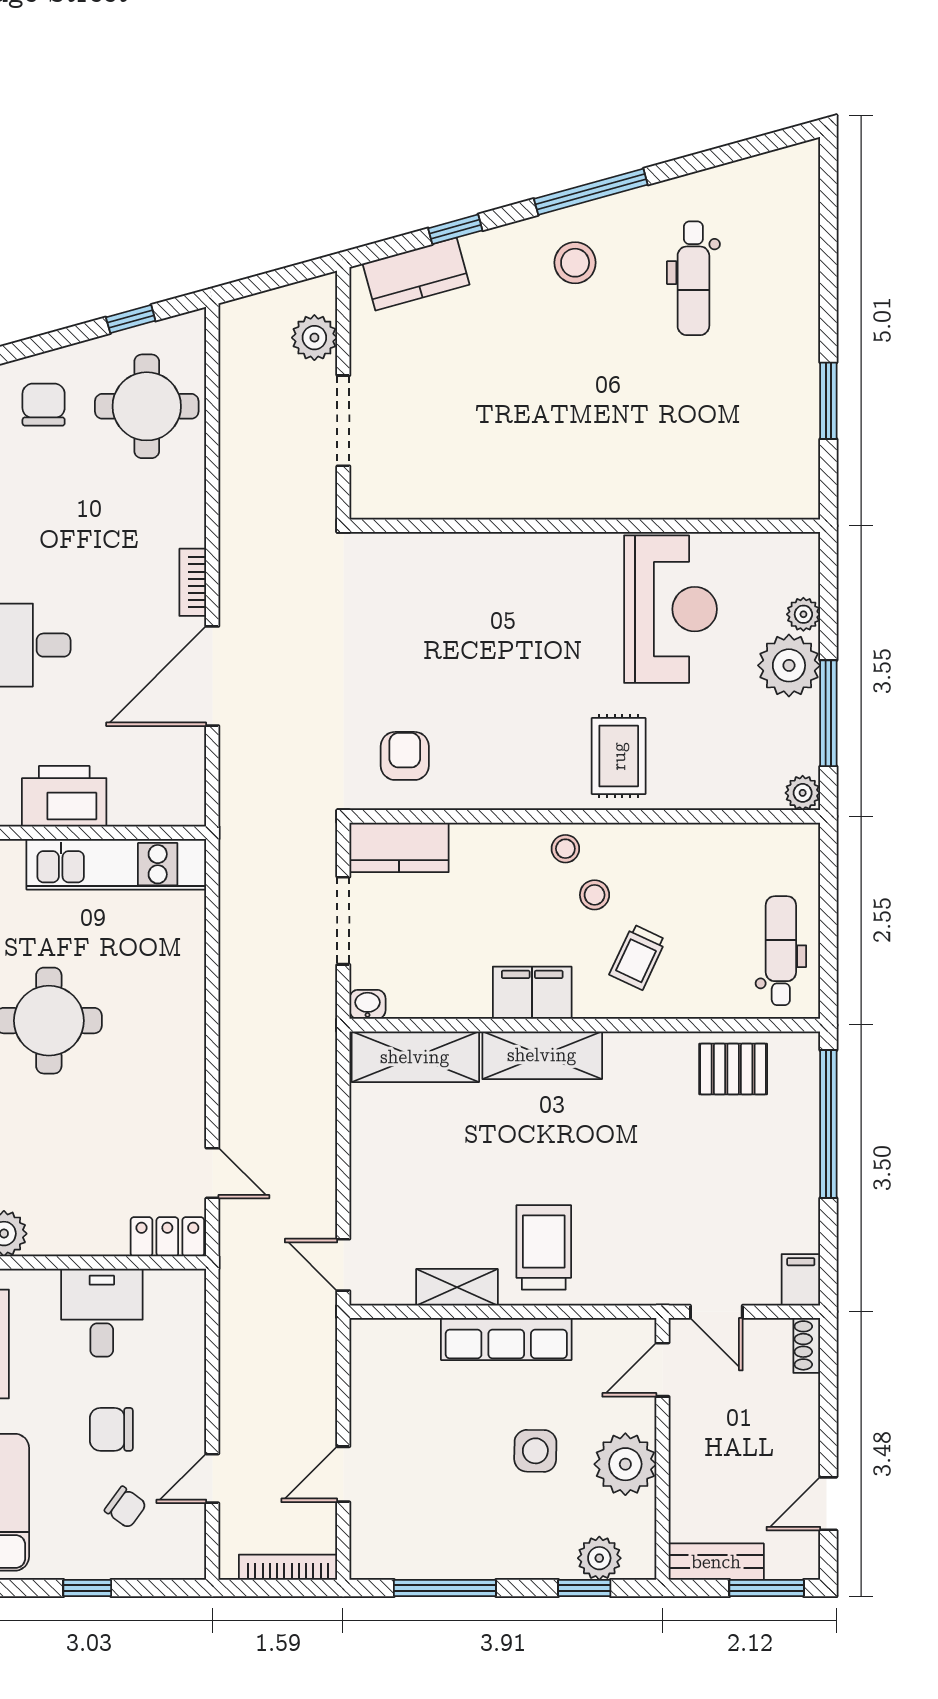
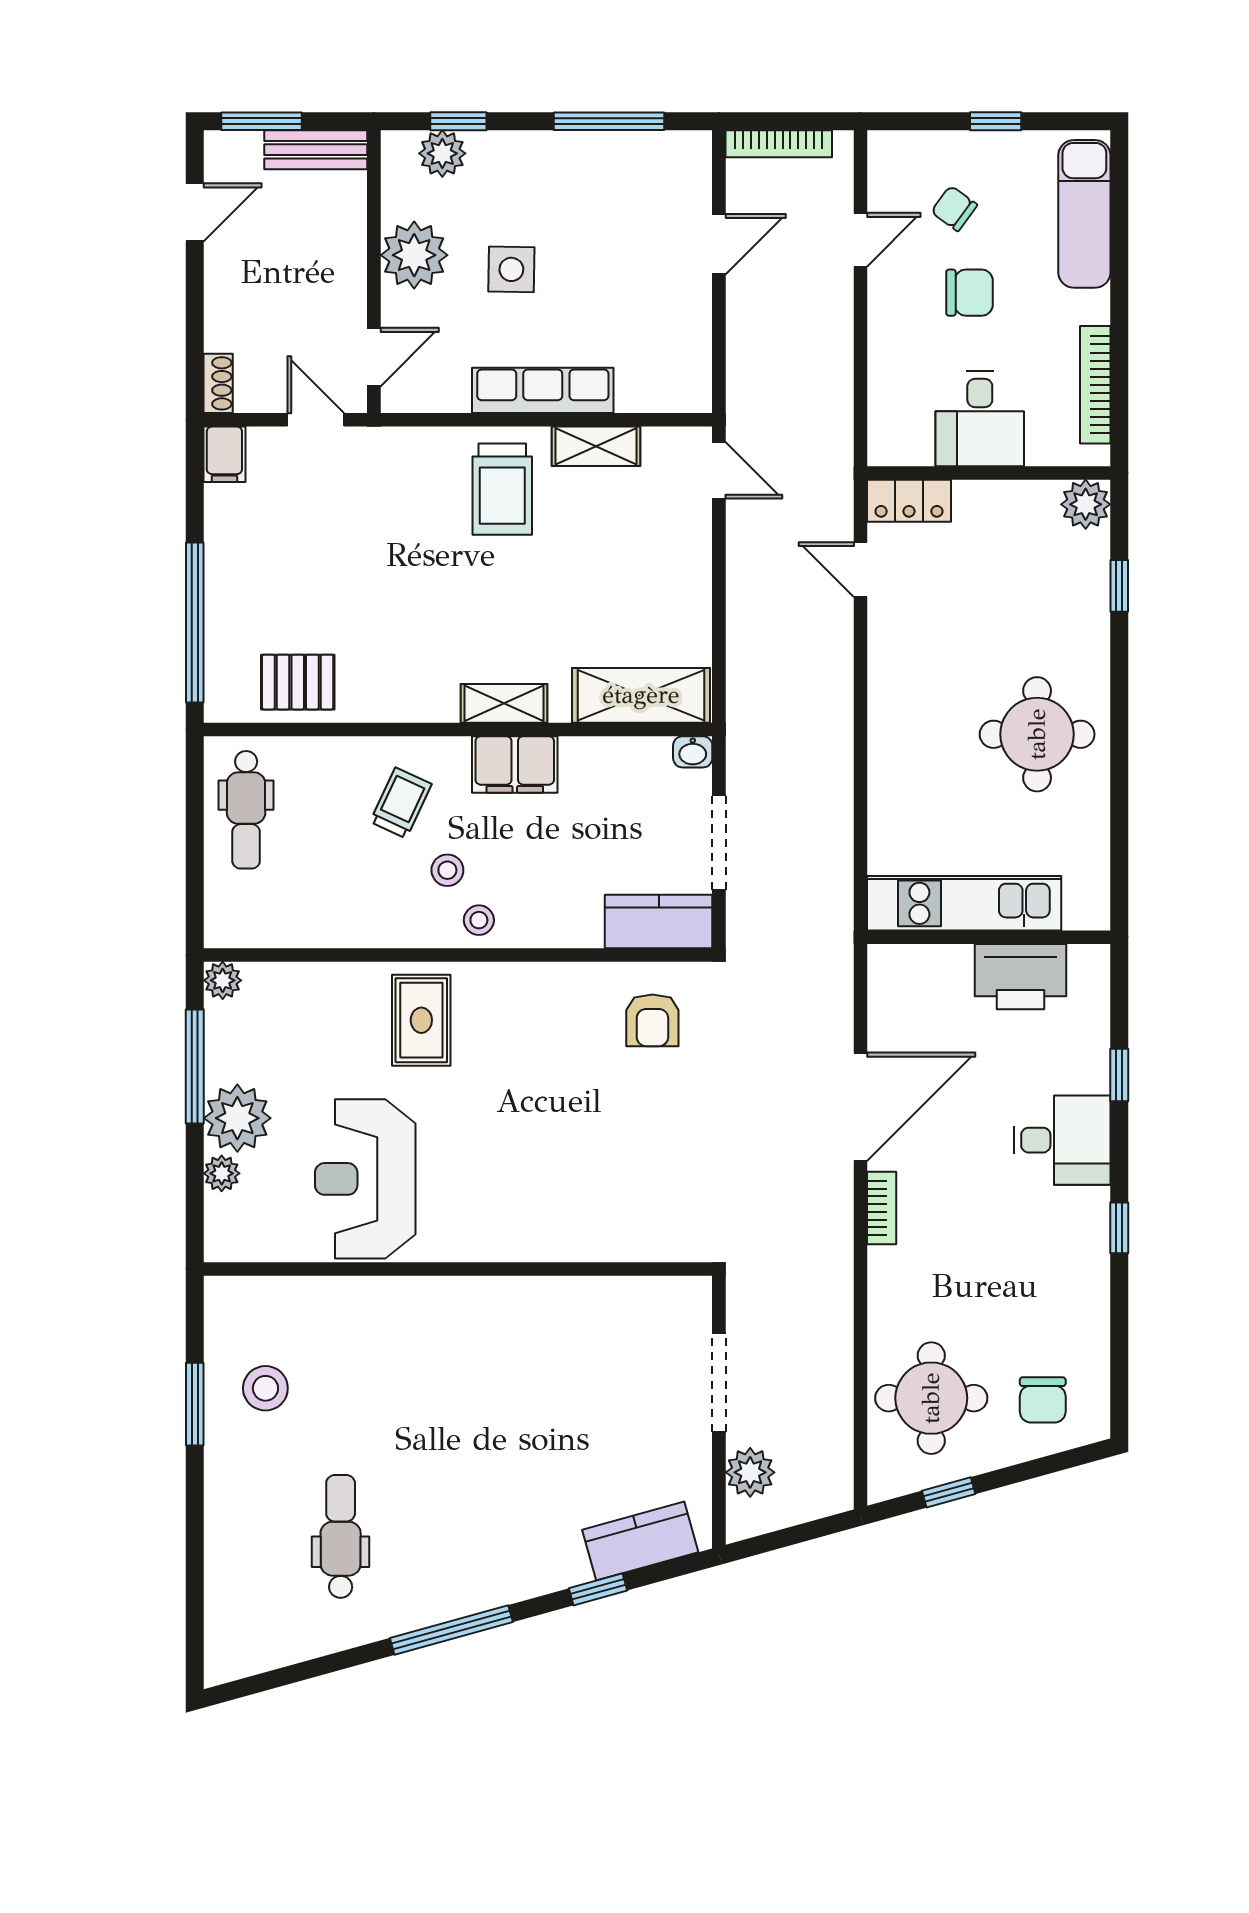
stool: (575, 263) -> (265, 1388), moved
shelving: (542, 1055) -> (504, 703), width x0.67, depth x0.75

